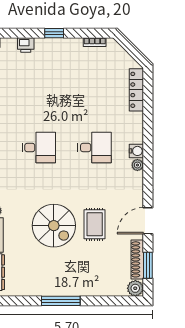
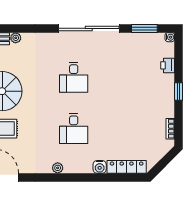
water cooler: (136, 151) -> (100, 167), moved

